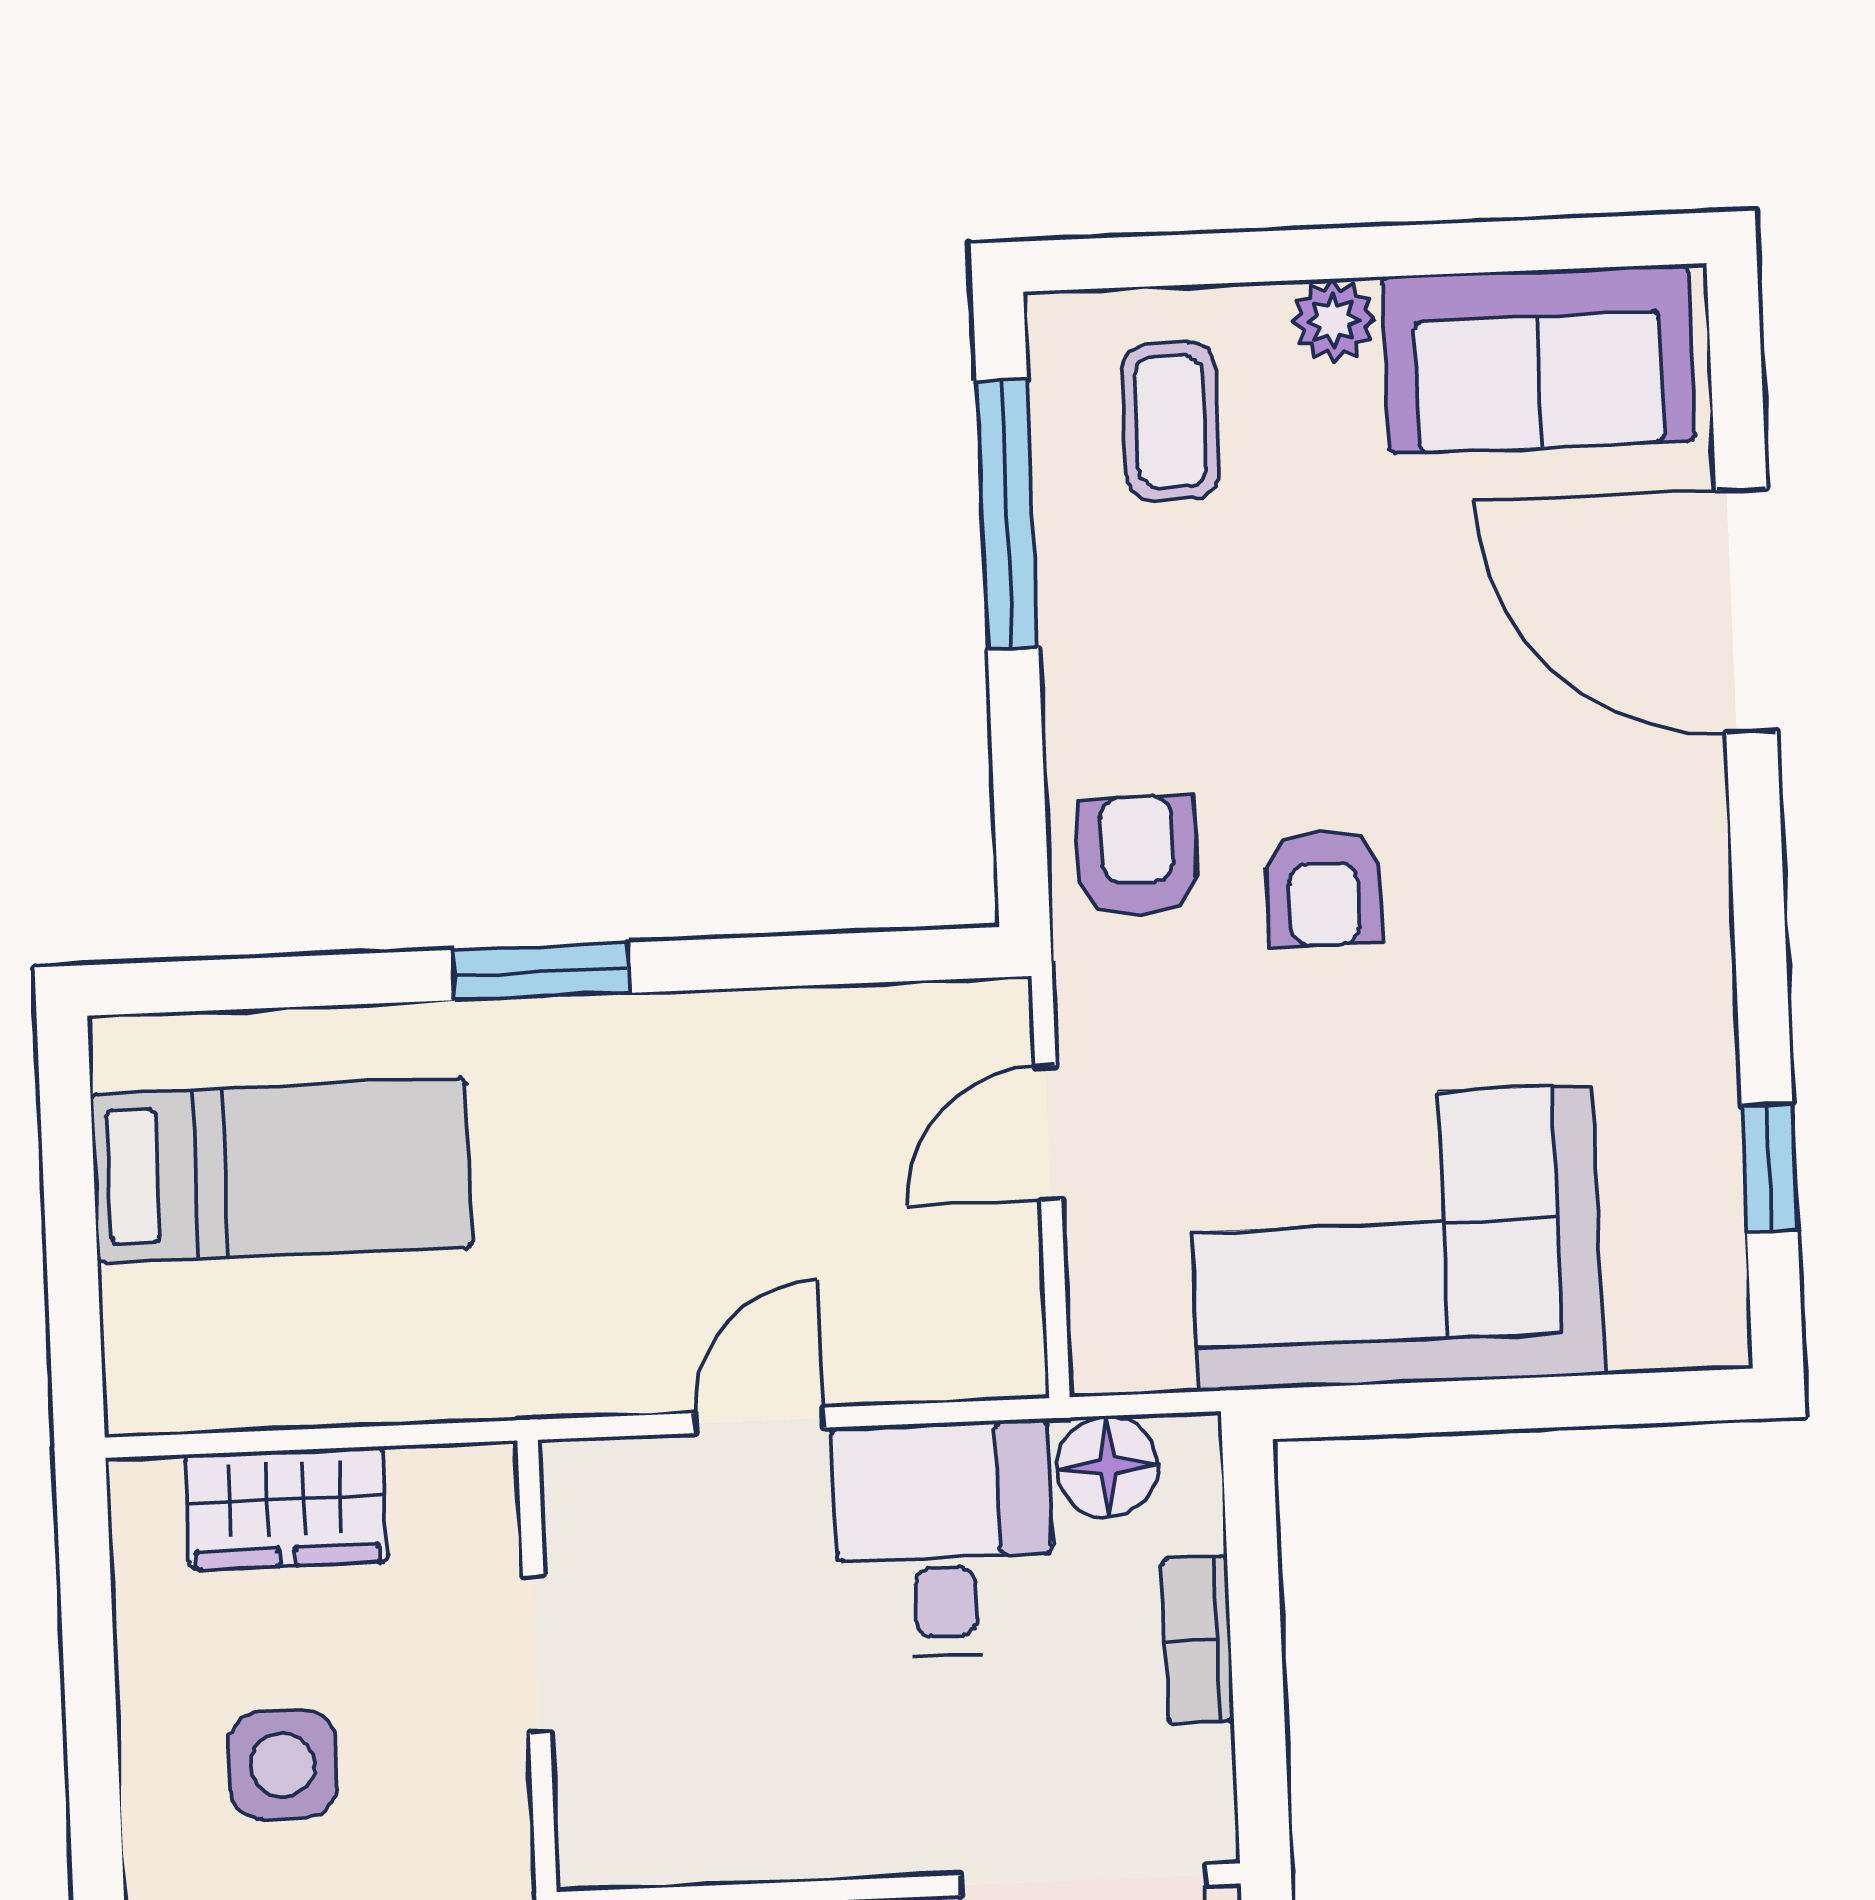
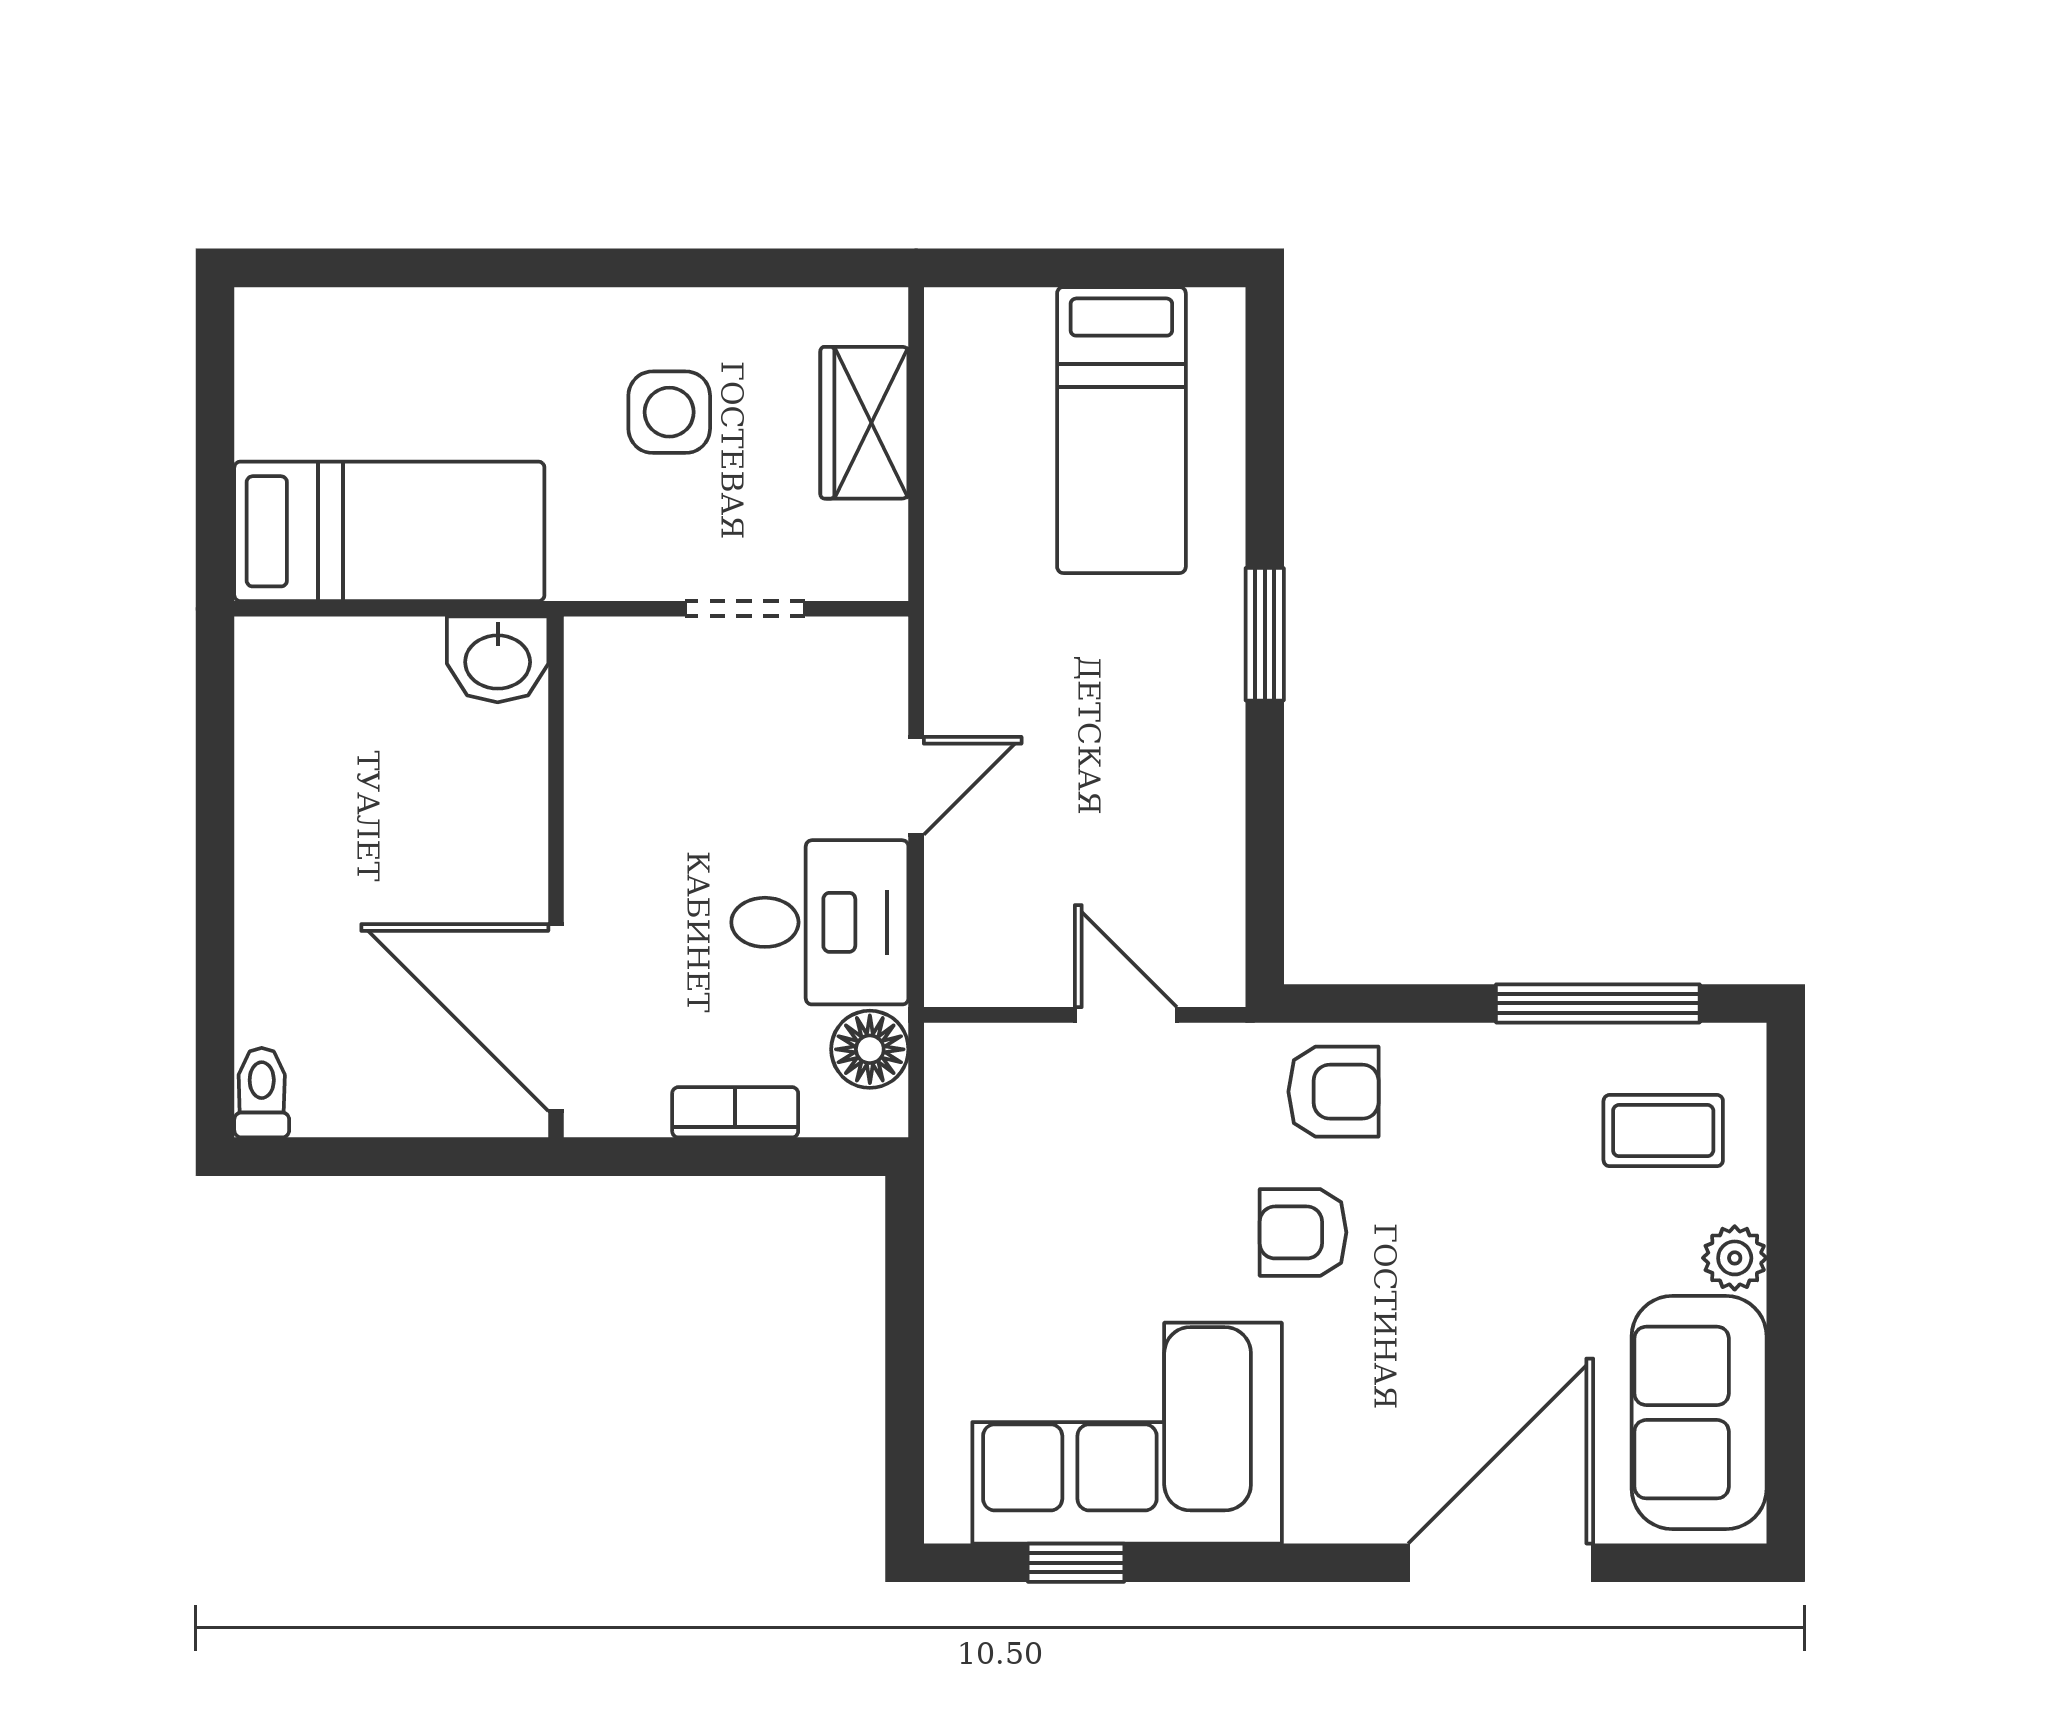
corner sofa: (1396, 1239) -> (1127, 1433), moved, turned -90
door: (759, 1420) -> (916, 786), hinge flipped

